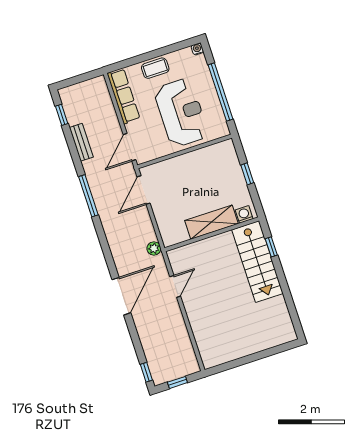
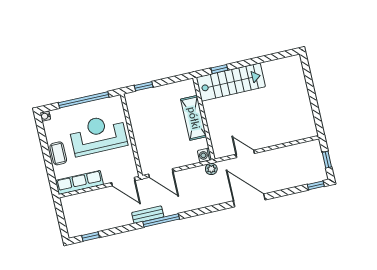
bench: (81, 142) -> (148, 215), moved
window: (247, 174) -> (144, 86), moved
washing machine: (244, 214) -> (205, 155), moved

